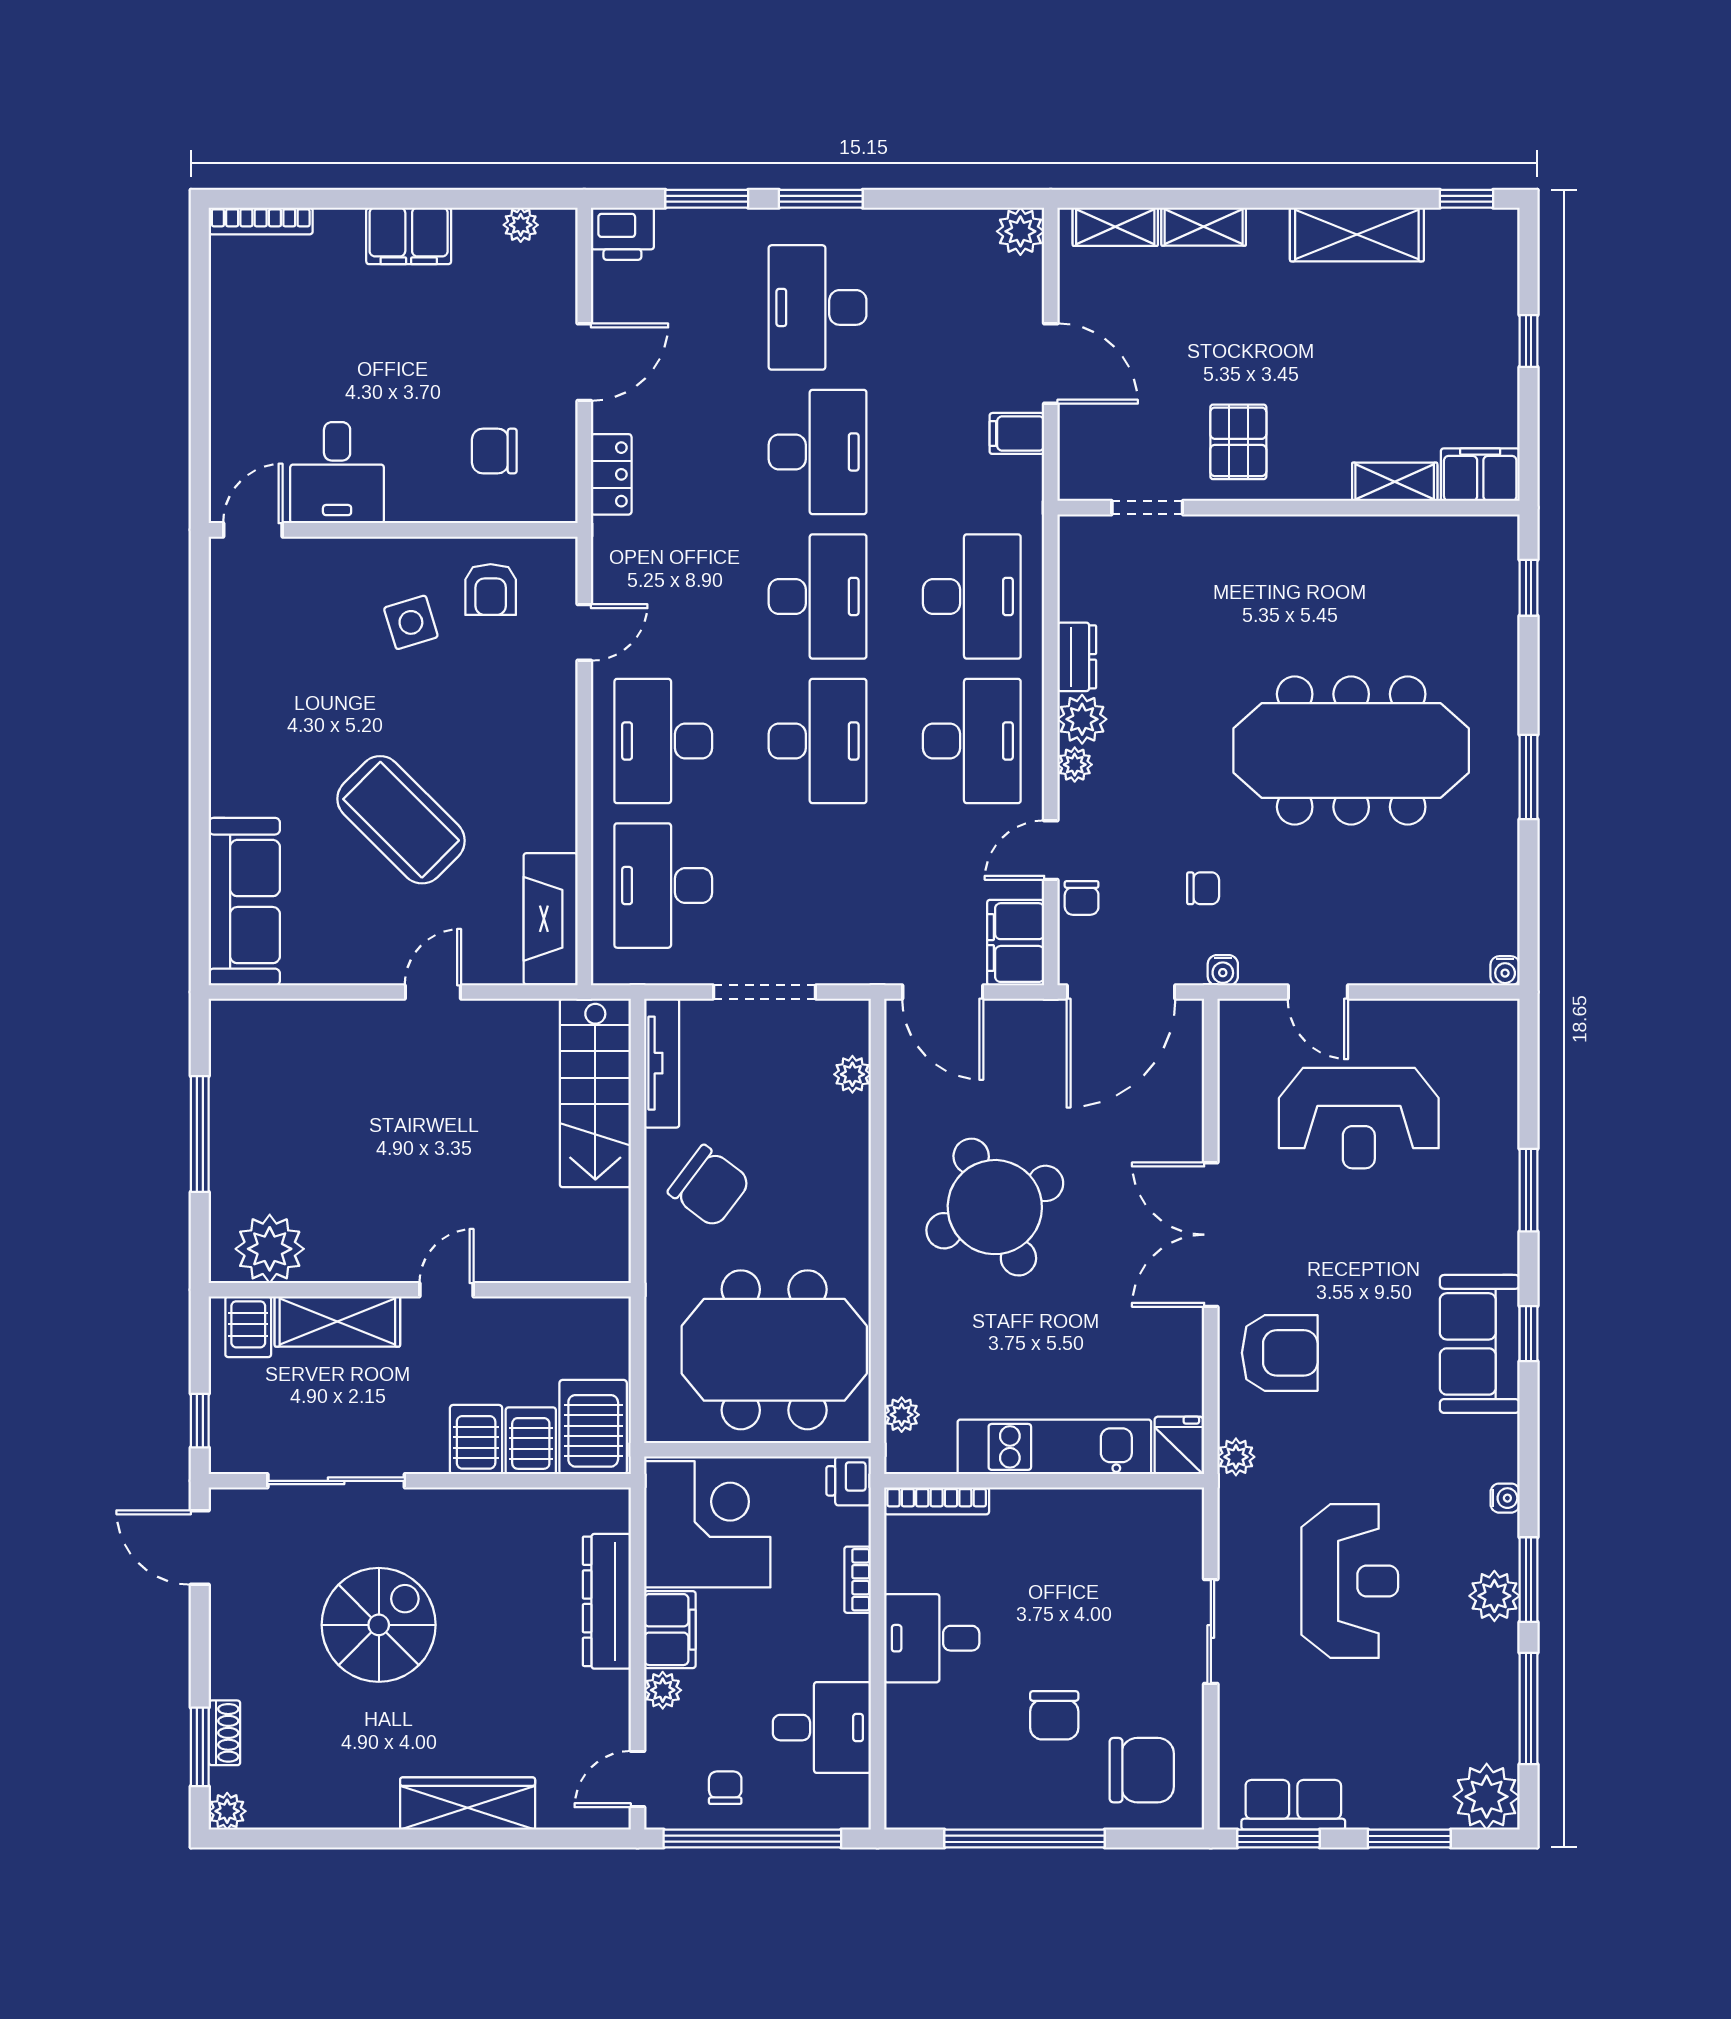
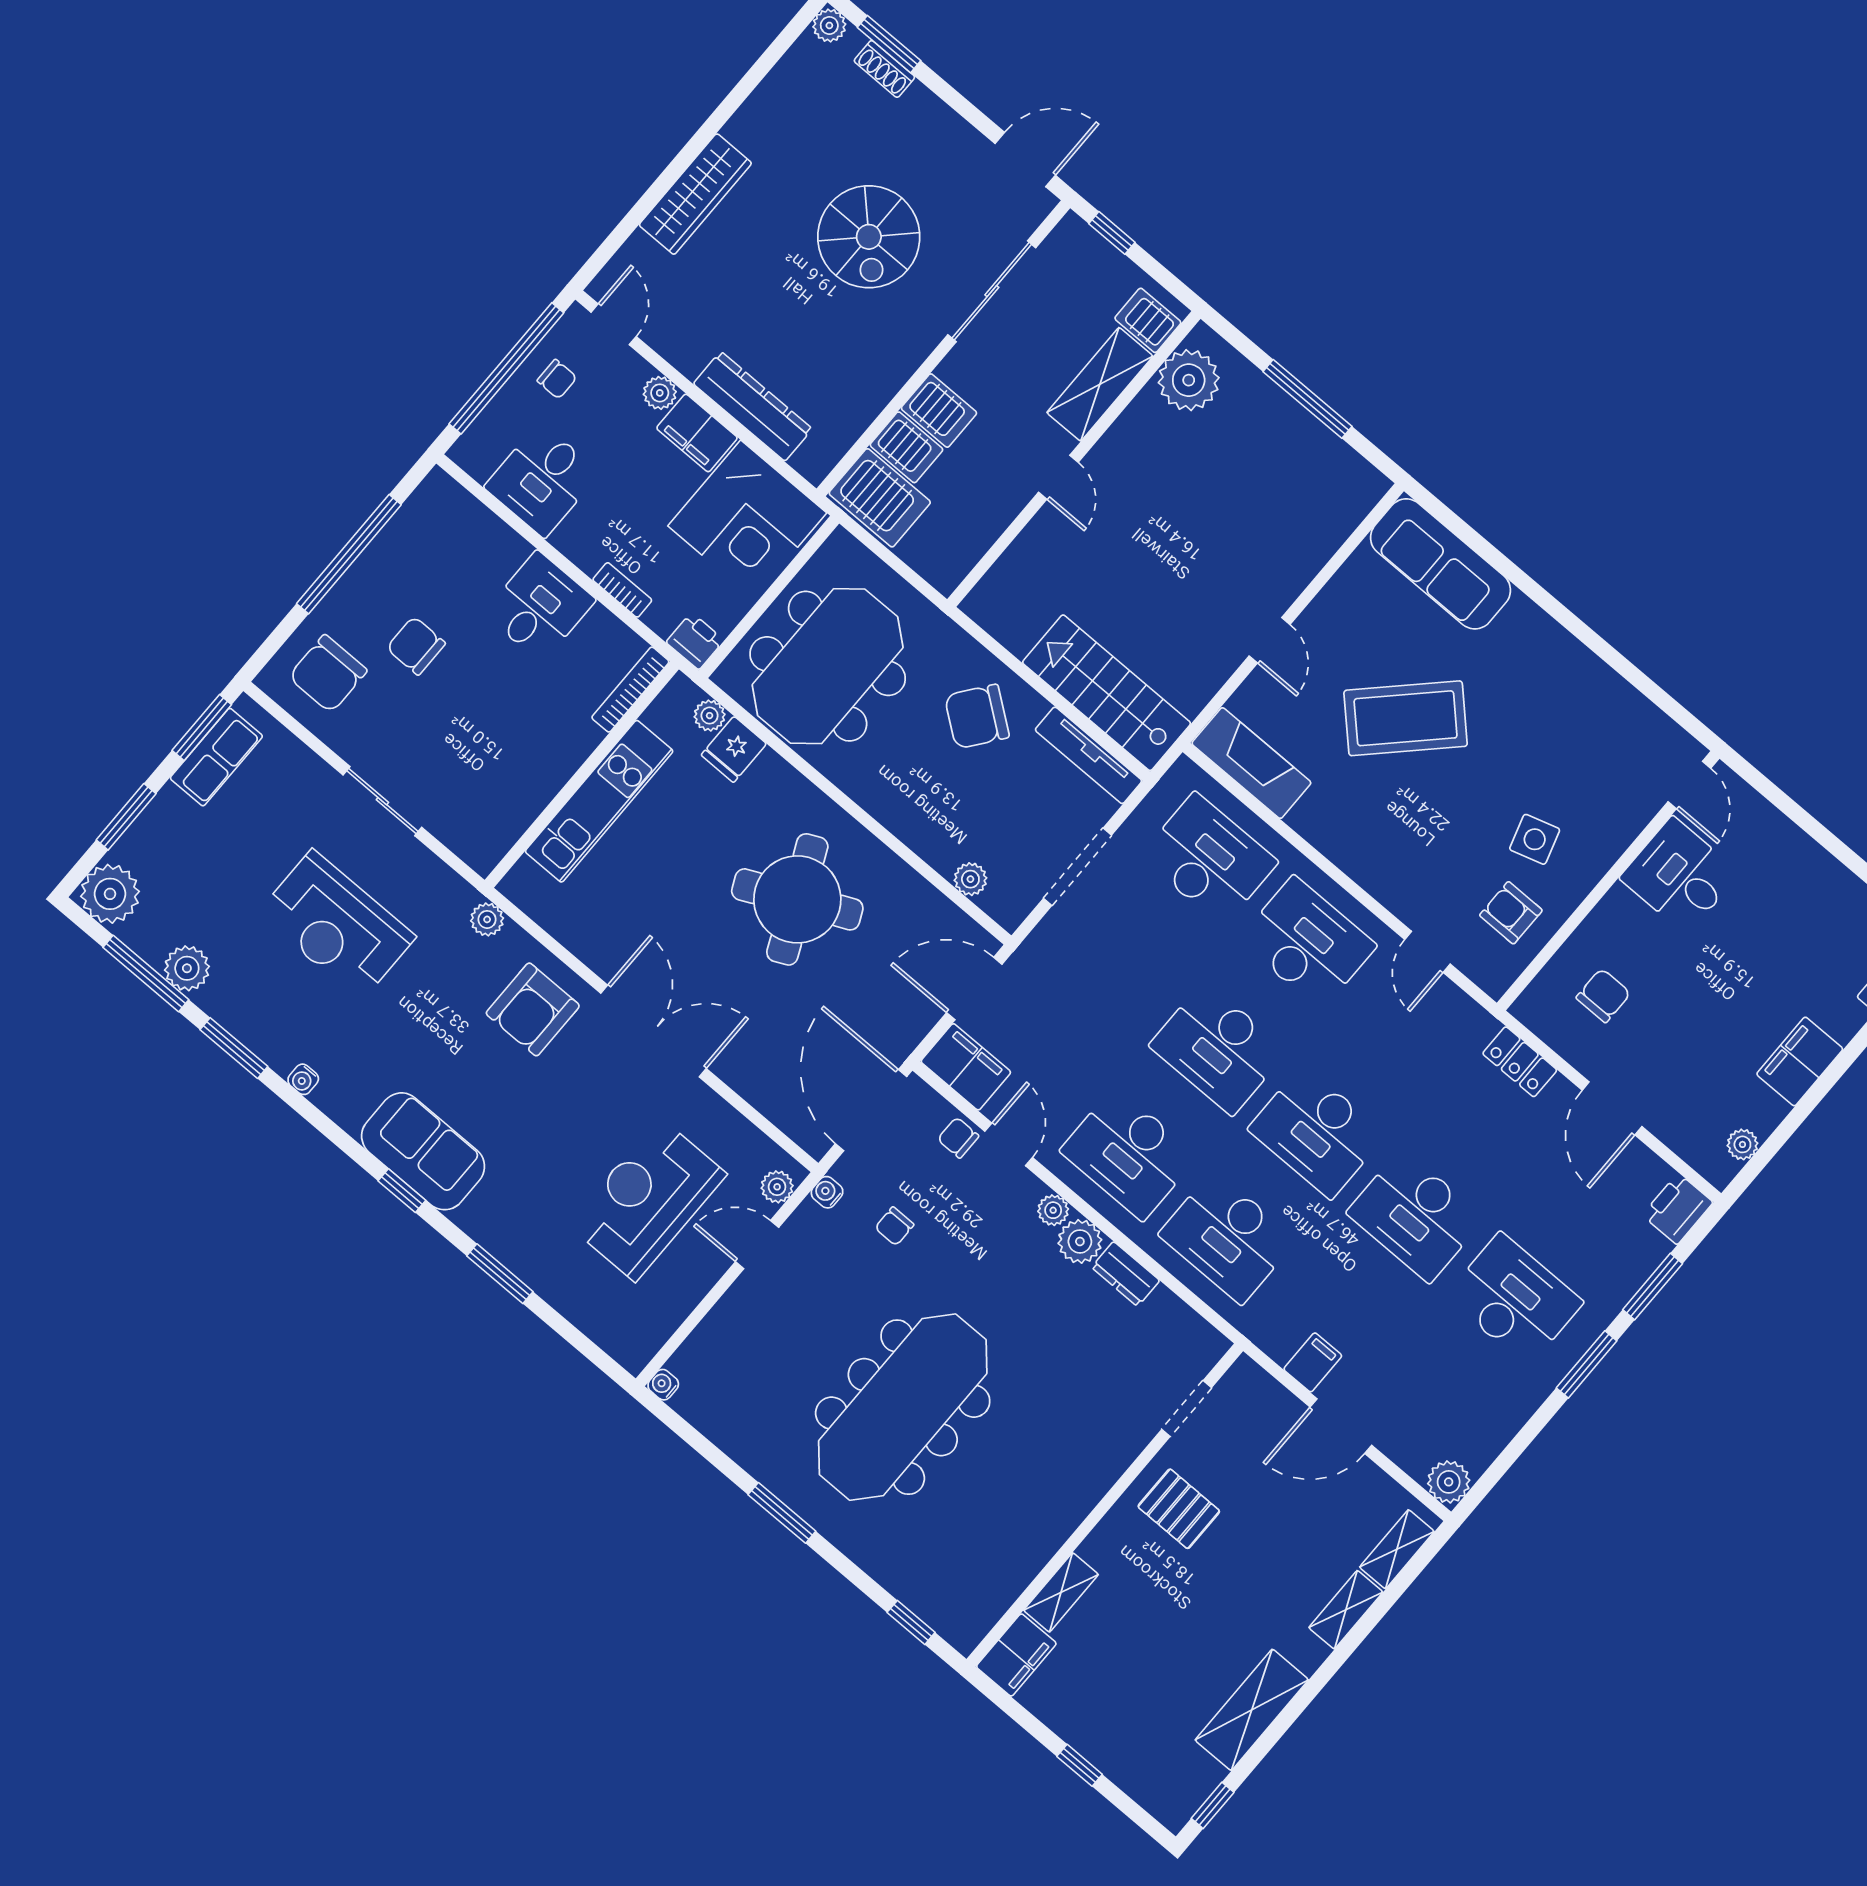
plant: (1254, 1017) -> (777, 1187), added
fridge: (1179, 1445) -> (734, 749), moved, turned 90
plant: (1494, 1596) -> (187, 968), moved

